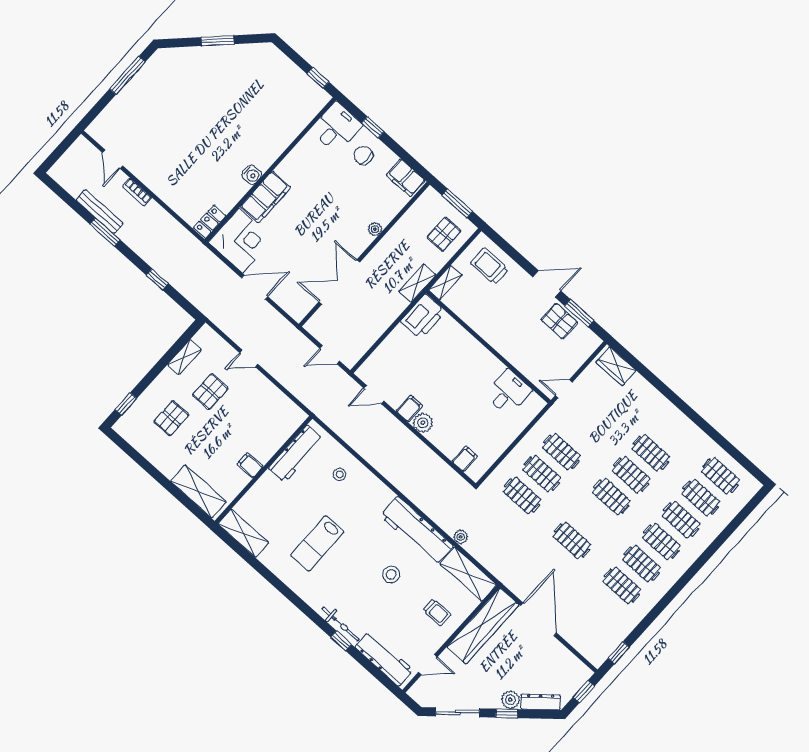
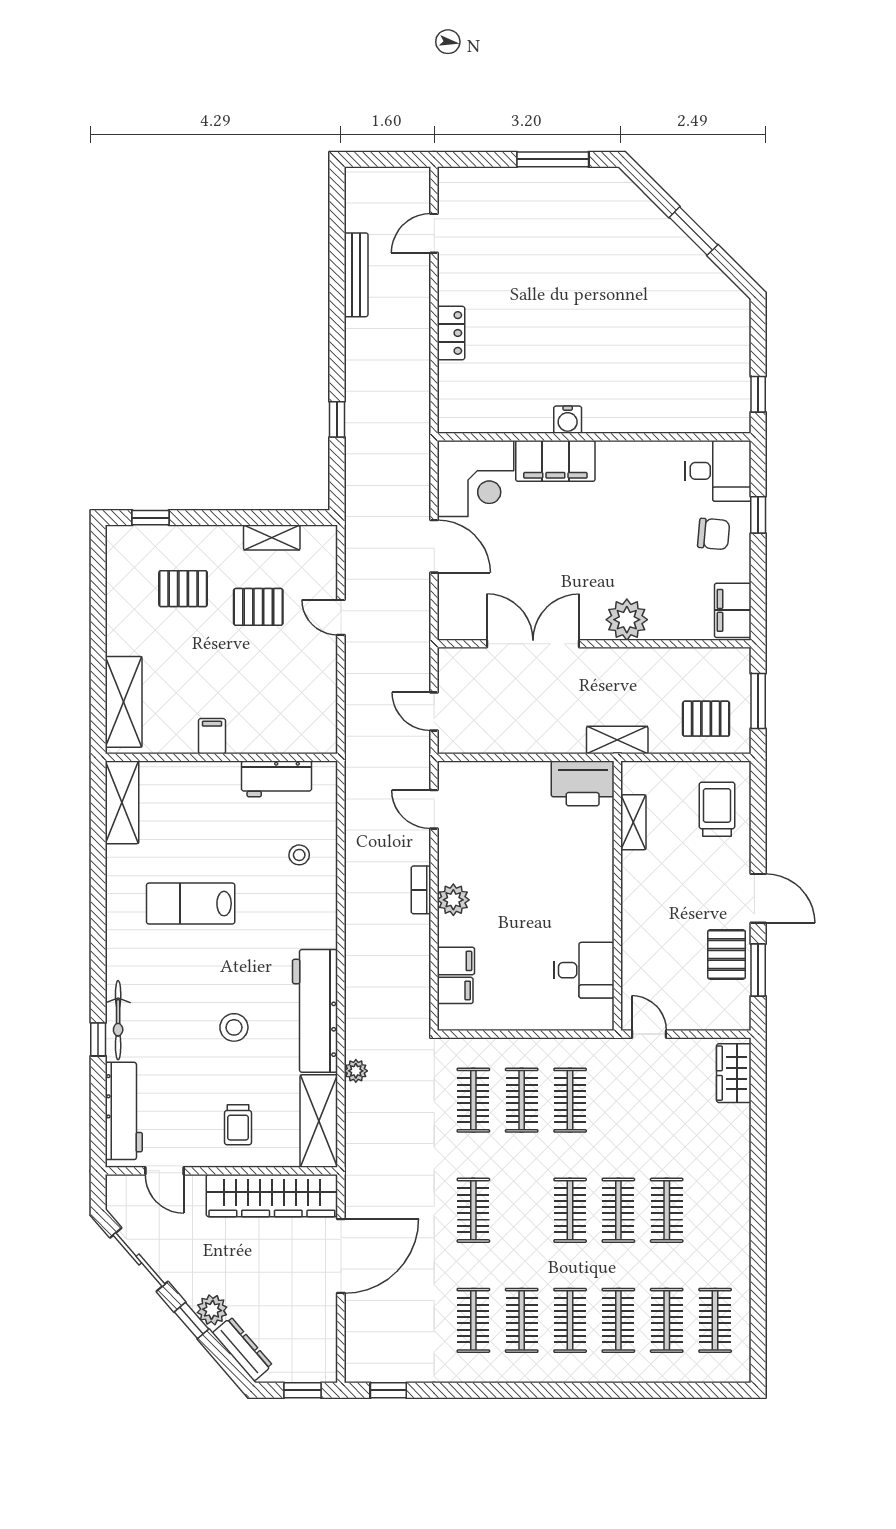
chair: (363, 155) -> (714, 534), turned 95
bookcase: (137, 192) -> (421, 890), moved
locker: (210, 222) -> (451, 333), moved, turned 90
plant: (375, 229) -> (627, 620), width x1.88, depth x1.88
window: (105, 232) -> (337, 304), removed
shelving: (445, 282) -> (633, 822), moved, turned 90
filing cabinet: (409, 408) -> (456, 961), moved
workbench: (296, 454) -> (277, 779), width x0.73

